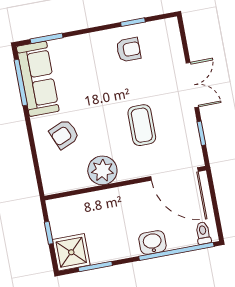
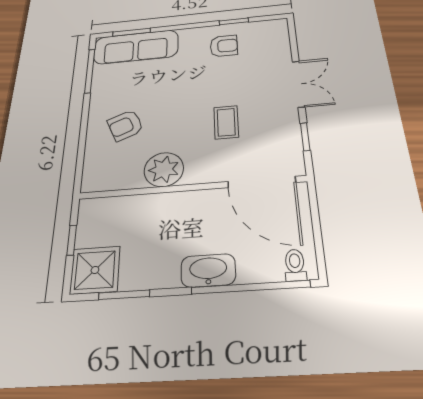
sofa: (38, 79) -> (136, 47), moved, turned 90
coffee table: (142, 125) -> (226, 122), width x0.73, depth x0.77
washbasin: (152, 242) -> (208, 270), width x1.38

